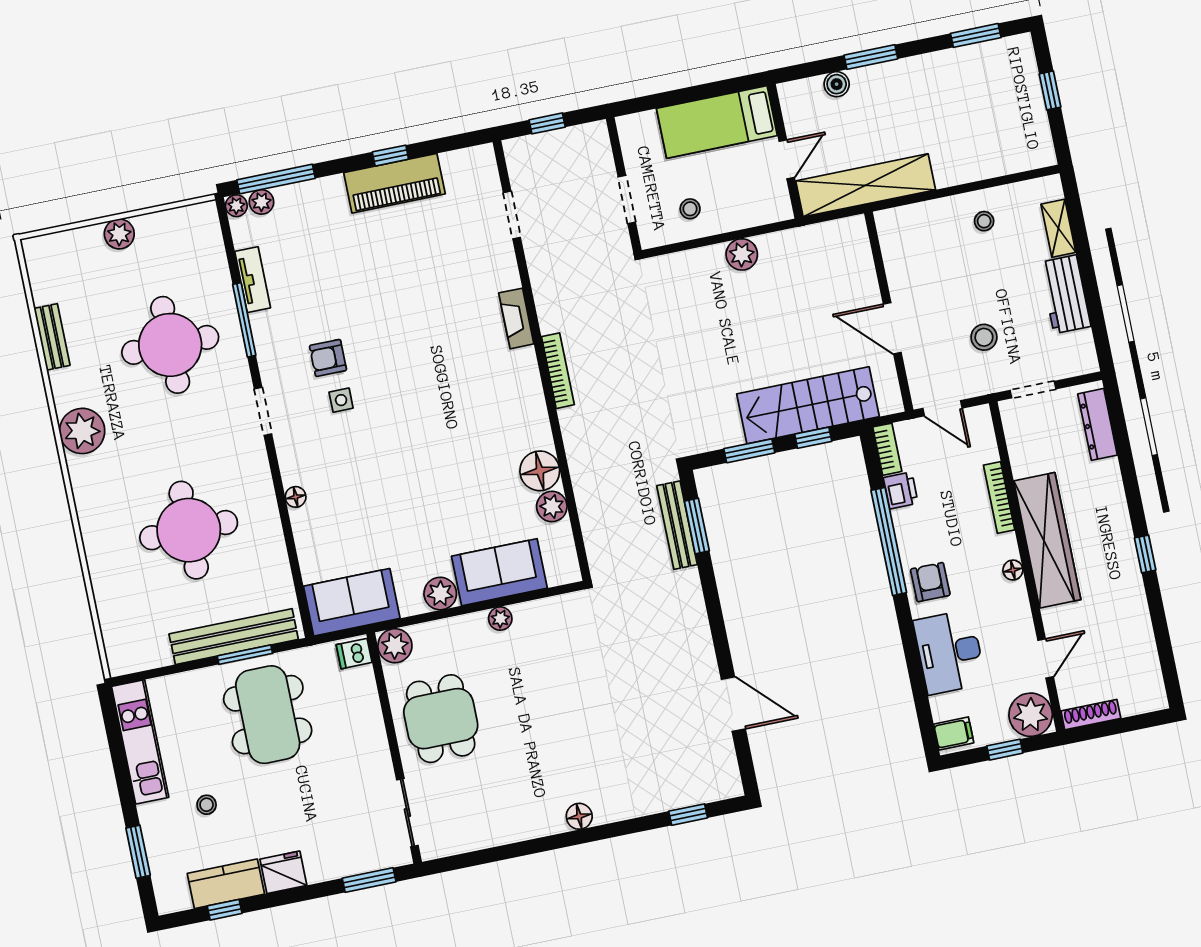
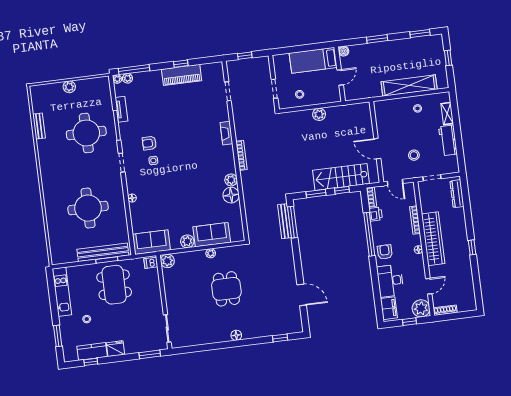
boiler: (837, 84) -> (344, 51), moved
shelving: (866, 185) -> (409, 86), moved
plant: (82, 431) -> (48, 165), removed
plant: (552, 507) -> (231, 180), moved
window: (697, 526) -> (293, 222), width x1.44
dining table: (441, 719) -> (226, 289), moved
filing cabinet: (954, 733) -> (389, 308), width x2.00

